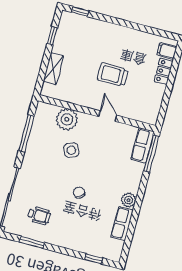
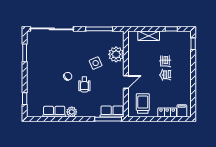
trolley: (113, 75) -> (143, 103), moved
wheelchair: (39, 216) -> (84, 85), moved

